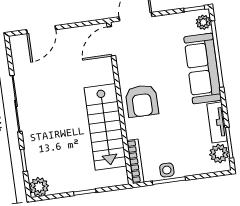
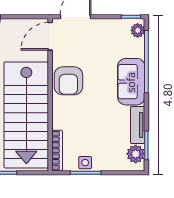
sofa: (203, 69) -> (131, 82), width x0.73
armchair: (142, 101) -> (68, 81), moved
stairs: (105, 127) -> (26, 115), width x1.36, depth x1.51

